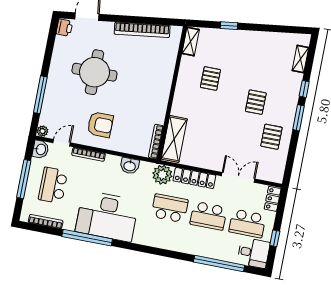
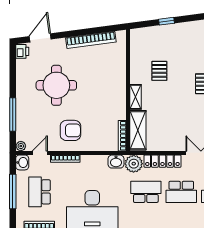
shelving: (191, 41) -> (136, 97), moved
washbasin: (130, 166) -> (116, 162), moved

